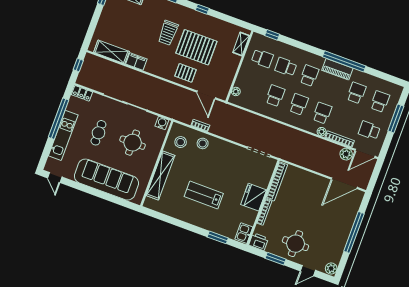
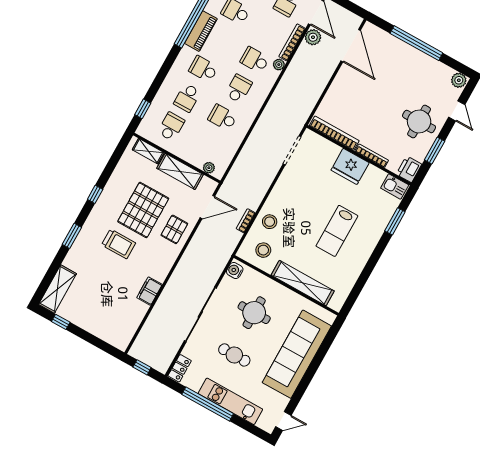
shelving: (111, 52) -> (180, 171), moved, turned 90
school desk: (299, 104) -> (239, 89), turned 90

